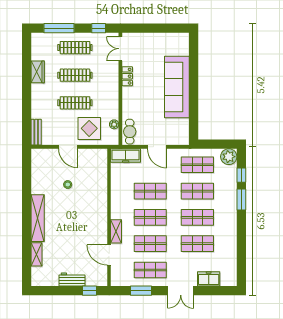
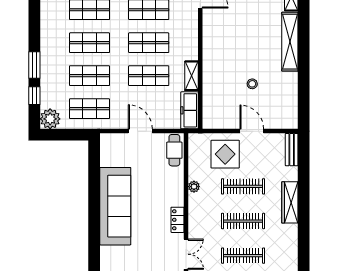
wardrobe: (38, 72) -> (290, 202), moved, width x1.50
plant: (114, 124) -> (194, 187), moved
freezer: (126, 156) -> (190, 110), moved, turned -90
shelving: (116, 231) -> (192, 76), moved

